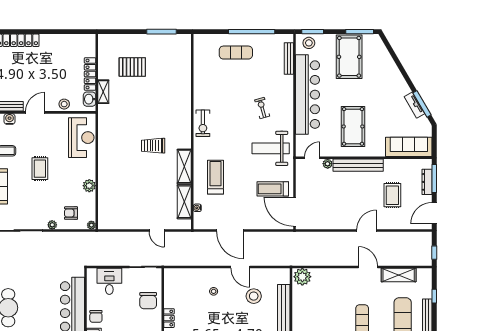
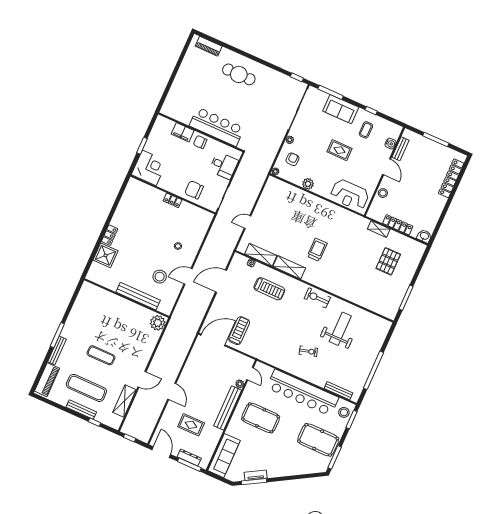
exercise mat: (236, 53) -> (362, 350), removed
washbasin: (90, 99) -> (424, 236), moved
weight bench: (271, 148) -> (340, 329), moved

